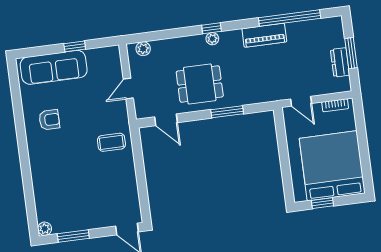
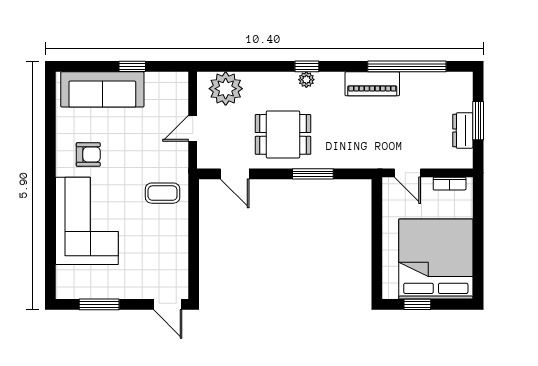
plant: (143, 49) -> (226, 89), width x1.87, depth x1.87
corner sofa: (55, 172) -> (87, 221), added
plant: (45, 229) -> (64, 291), removed

